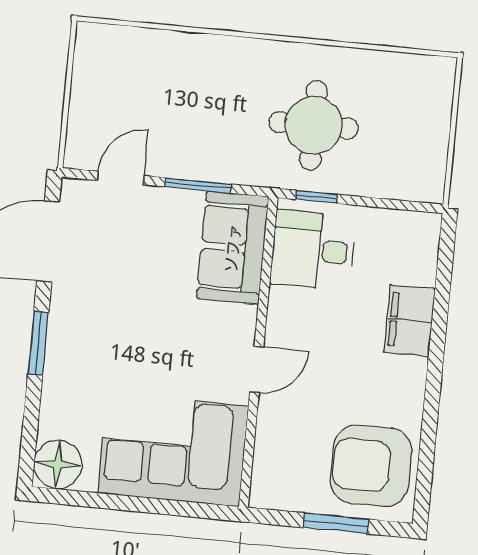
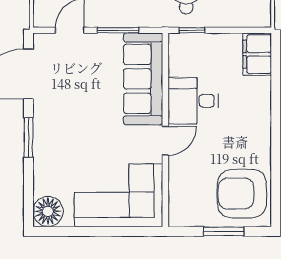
sofa: (233, 248) -> (143, 79), width x1.36
desk: (313, 250) -> (193, 101), moved
filing cabinet: (409, 320) -> (257, 54), moved

